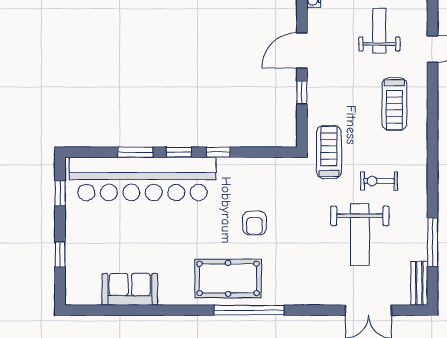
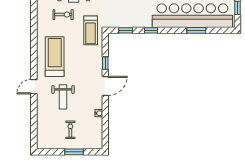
treadmill: (394, 104) -> (55, 57), width x1.37, depth x1.38
window: (179, 152) -> (126, 30), moved

